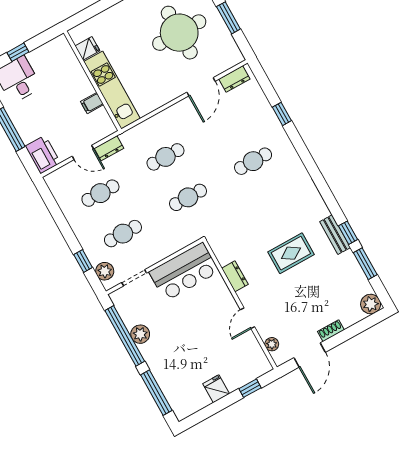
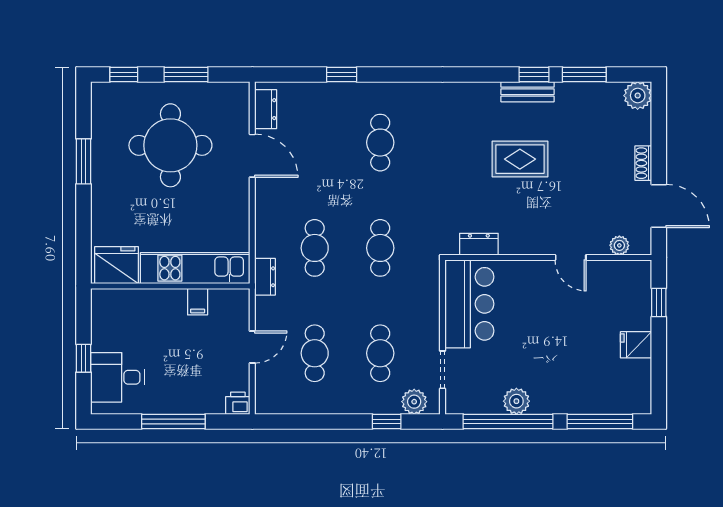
fridge: (87, 48) -> (116, 265), width x1.88, depth x1.34
dresser: (109, 148) -> (265, 277), moved
printer: (43, 154) -> (238, 403), width x0.53, depth x0.68
rug: (291, 253) -> (520, 159), turned 90
dresser: (235, 276) -> (479, 244), moved

